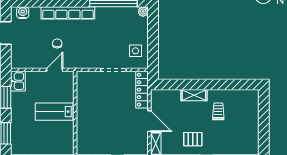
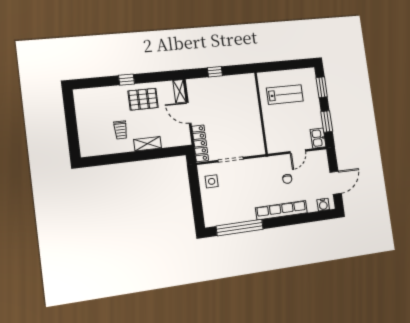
plant: (143, 12) -> (209, 222), removed
door: (55, 70) -> (298, 151), moved
lab bench: (54, 112) -> (285, 95), moved
pallet: (193, 139) -> (143, 99), width x1.50, depth x1.42

